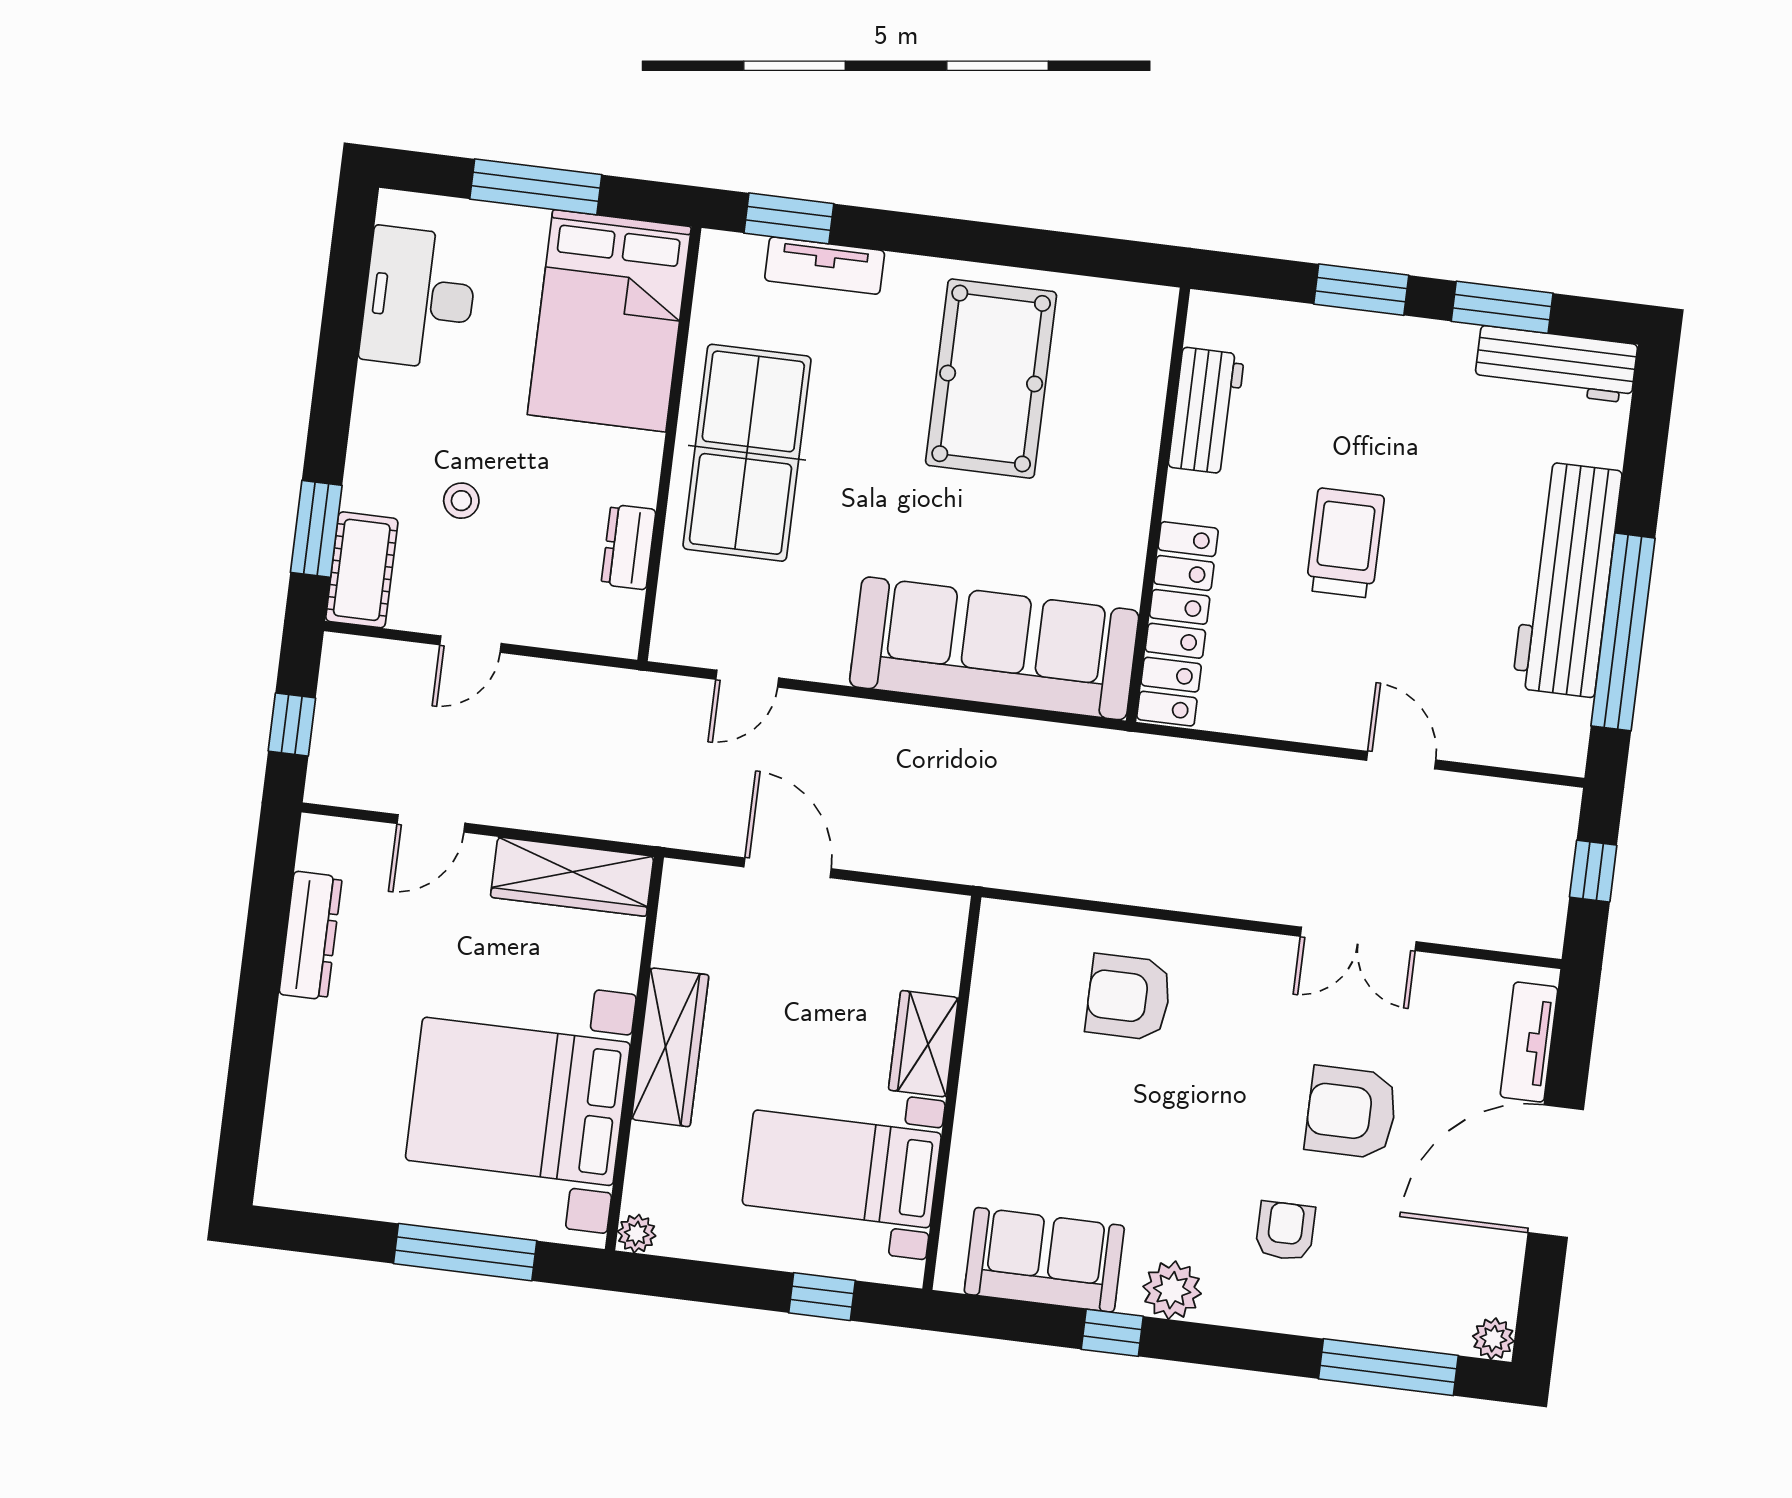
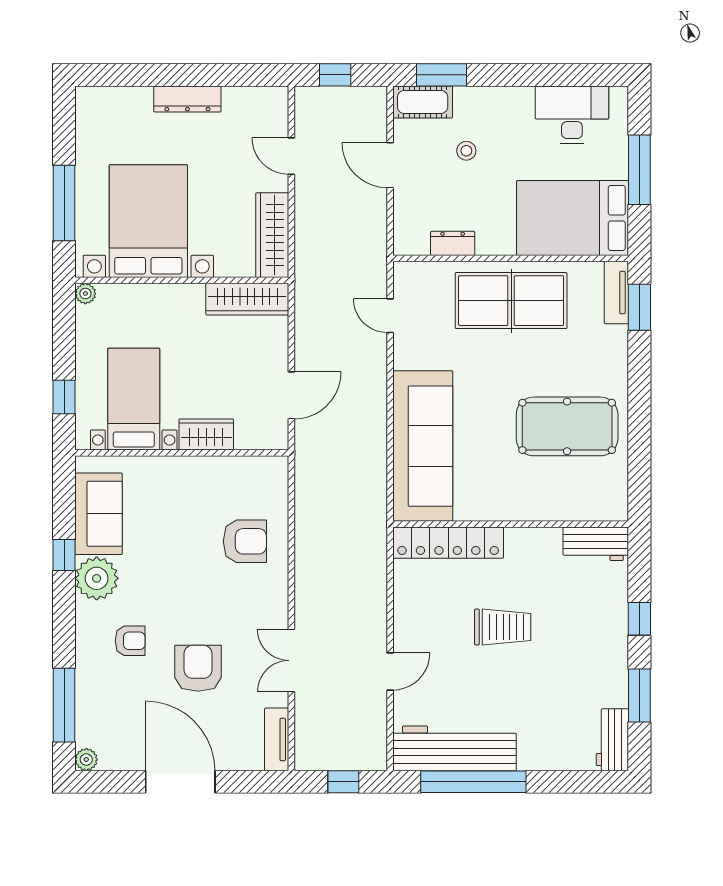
tv unit: (825, 266) -> (616, 293), moved
window: (1361, 290) -> (639, 619), width x0.67
workbench: (1556, 364) -> (612, 740), width x0.73
workbench: (1206, 411) -> (596, 544), moved
workbench: (1567, 579) -> (455, 748), moved
door: (471, 644) -> (390, 165), width x1.37
door: (788, 868) -> (291, 395), moved
dresser: (310, 936) -> (187, 99), moved
armchair: (1129, 997) -> (245, 541), turned 90
tv unit: (1529, 1042) -> (277, 739), moved, turned -90
wardrobe: (670, 1047) -> (247, 299), moved
plant: (1172, 1290) -> (97, 578), width x1.36, depth x1.36

